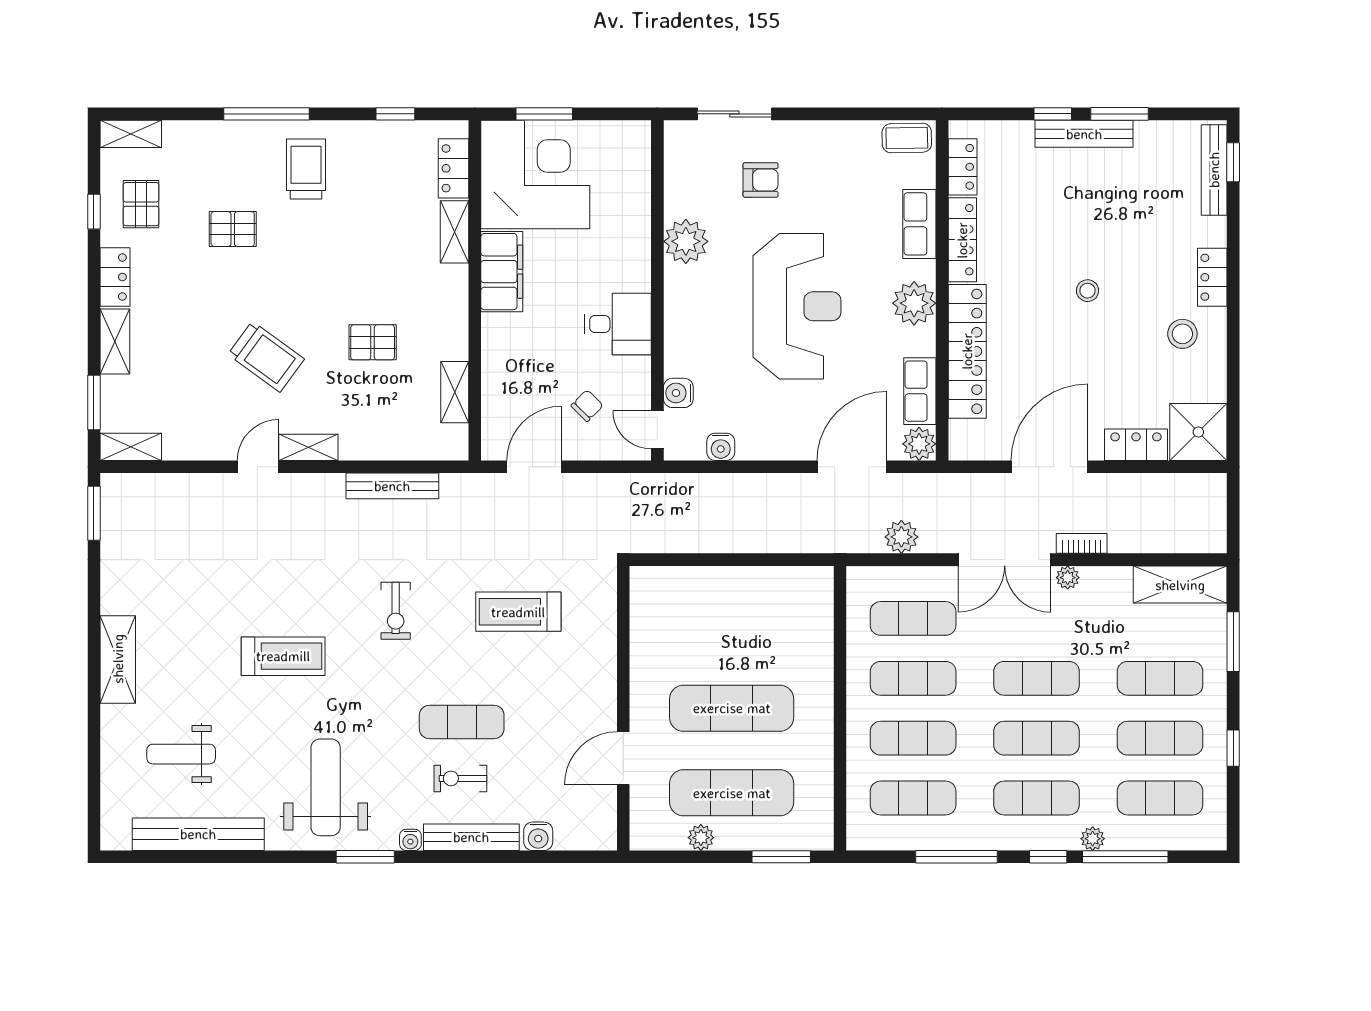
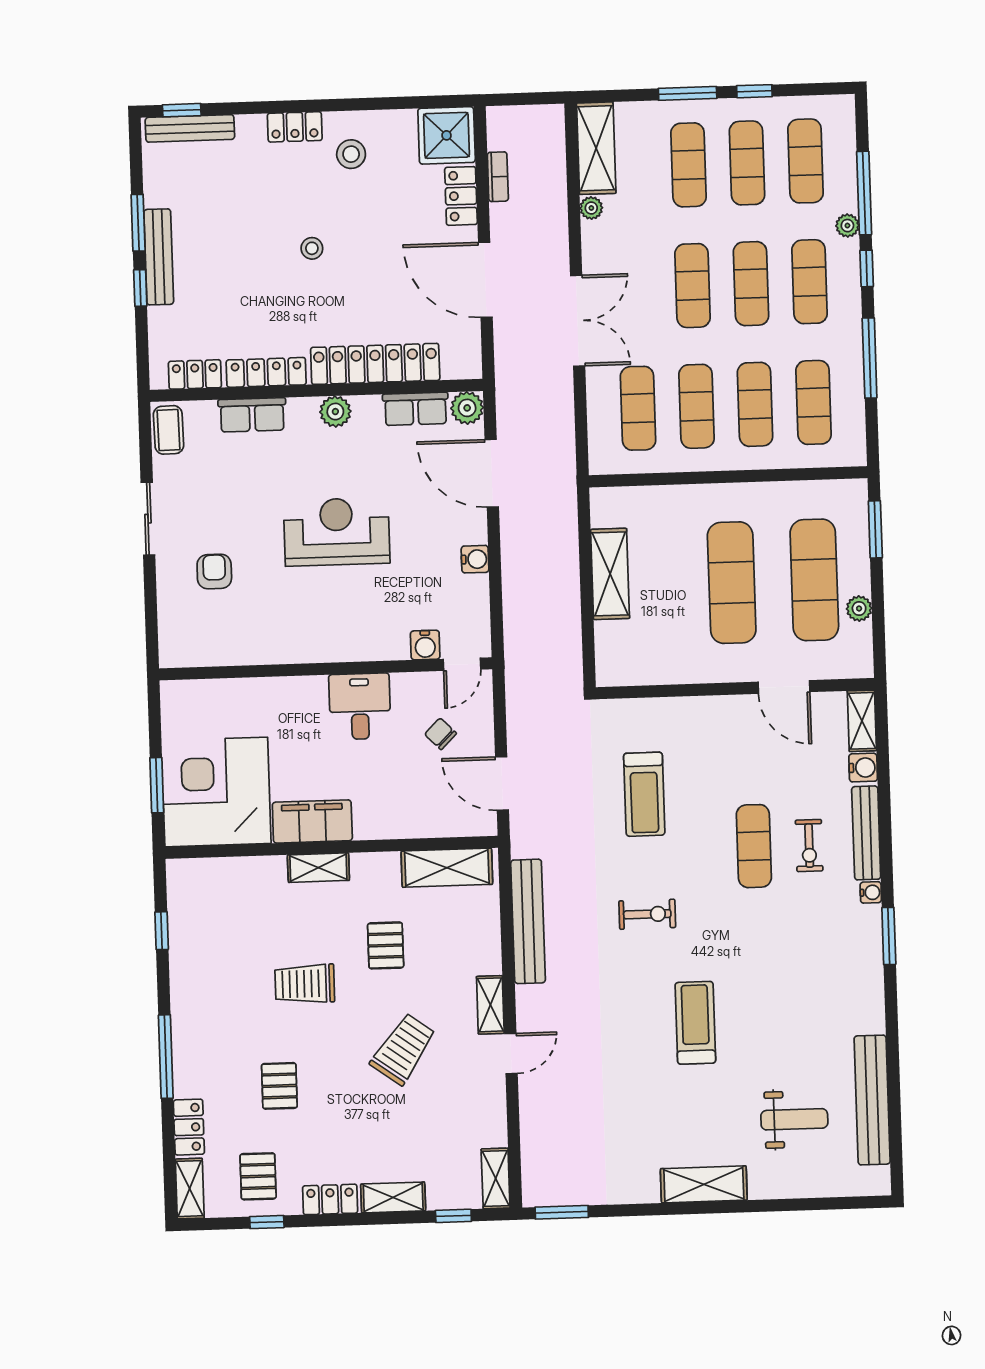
sliding door: (734, 114) -> (148, 519), moved
locker: (454, 168) -> (189, 1127), moved, turned -90
trolley: (306, 169) -> (305, 984), moved
pallet: (141, 204) -> (258, 1176), turned 90
shelving: (454, 232) -> (318, 868), moved
plant: (686, 241) -> (277, 643), removed
plant: (914, 303) -> (335, 412), width x0.73, depth x0.73
reception desk: (797, 306) -> (337, 532), width x0.74, depth x0.77
shelving: (455, 392) -> (447, 868), width x1.50, depth x1.33
window: (94, 402) -> (453, 1216), width x0.67
water cooler: (721, 447) -> (475, 559), moved
door: (258, 467) -> (511, 1054), swing flipped
bench: (392, 486) -> (528, 921), width x1.37, depth x1.21
plant: (901, 537) -> (559, 422), removed
bookcase: (1082, 543) -> (498, 177), moved, turned 180
plant: (1068, 578) -> (591, 208), moved
shelving: (745, 584) -> (610, 574), added
window: (1233, 642) -> (688, 93), moved
weight bench: (181, 754) -> (794, 1119), turned -90
weight bench: (326, 787) -> (822, 977), removed
shelving: (586, 837) -> (862, 721), added

